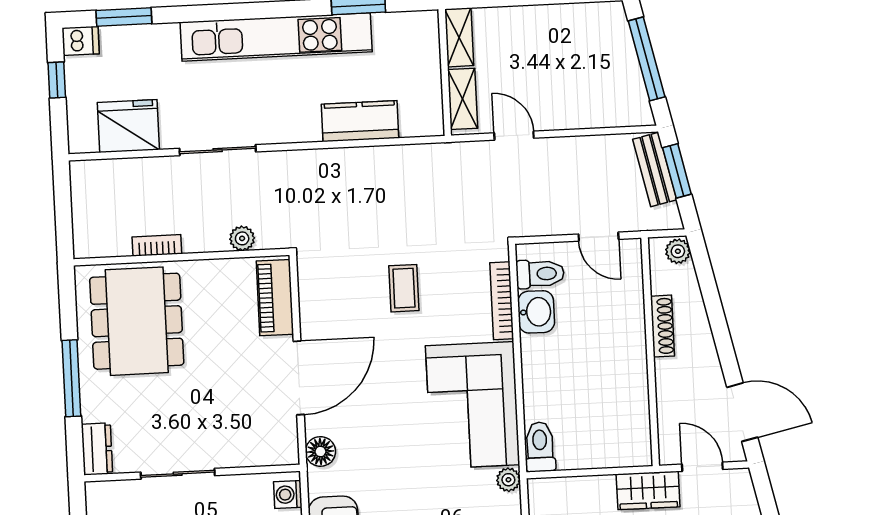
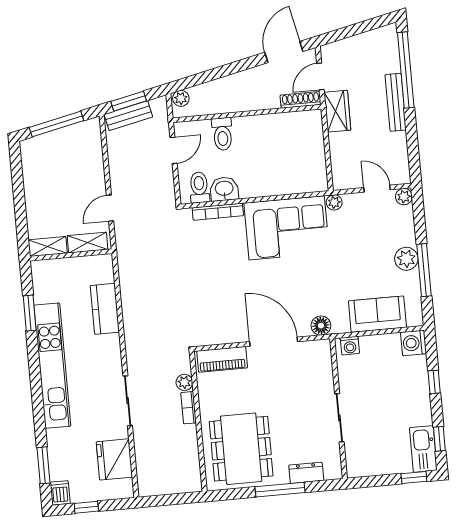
bookcase: (157, 245) -> (189, 408), moved
coffee table: (404, 288) -> (212, 276), removed
dining table: (137, 321) -> (241, 449), turned 90
shoe rack: (662, 326) -> (301, 100), moved
toilet: (540, 447) -> (222, 134), moved, turned -90
dresser: (97, 449) -> (306, 473), moved

